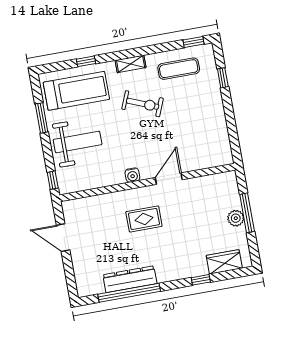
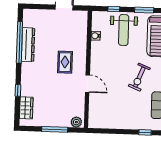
water cooler: (132, 175) -> (96, 36), moved
window: (53, 180) -> (114, 9), moved
plant: (236, 218) -> (76, 122), moved

